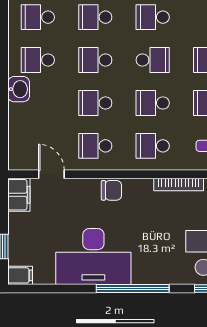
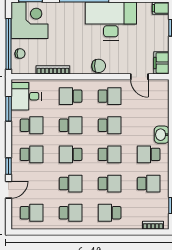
school desk: (38, 60) -> (149, 154), turned 180
school desk: (153, 146) -> (71, 96), turned 180
chair: (111, 190) -> (99, 66), turned 180

